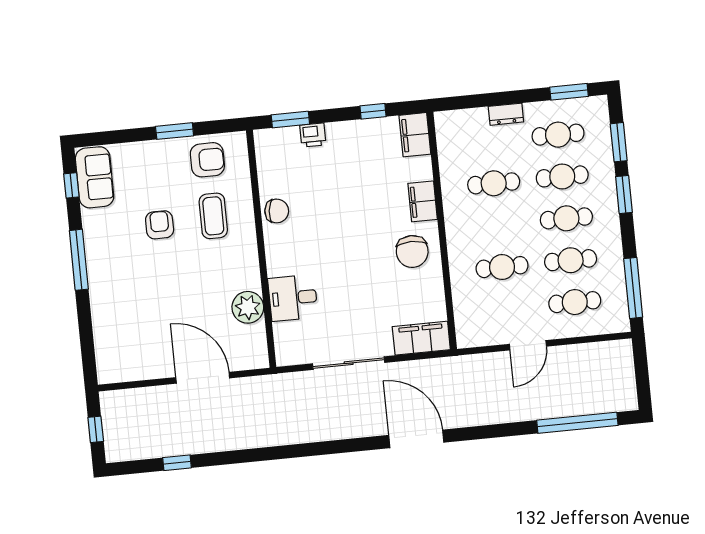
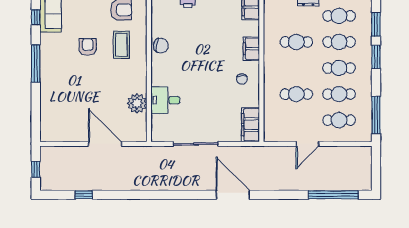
chair: (412, 252) -> (242, 79), width x0.54, depth x0.54
filing cabinet: (421, 338) -> (250, 125), moved, turned -90

